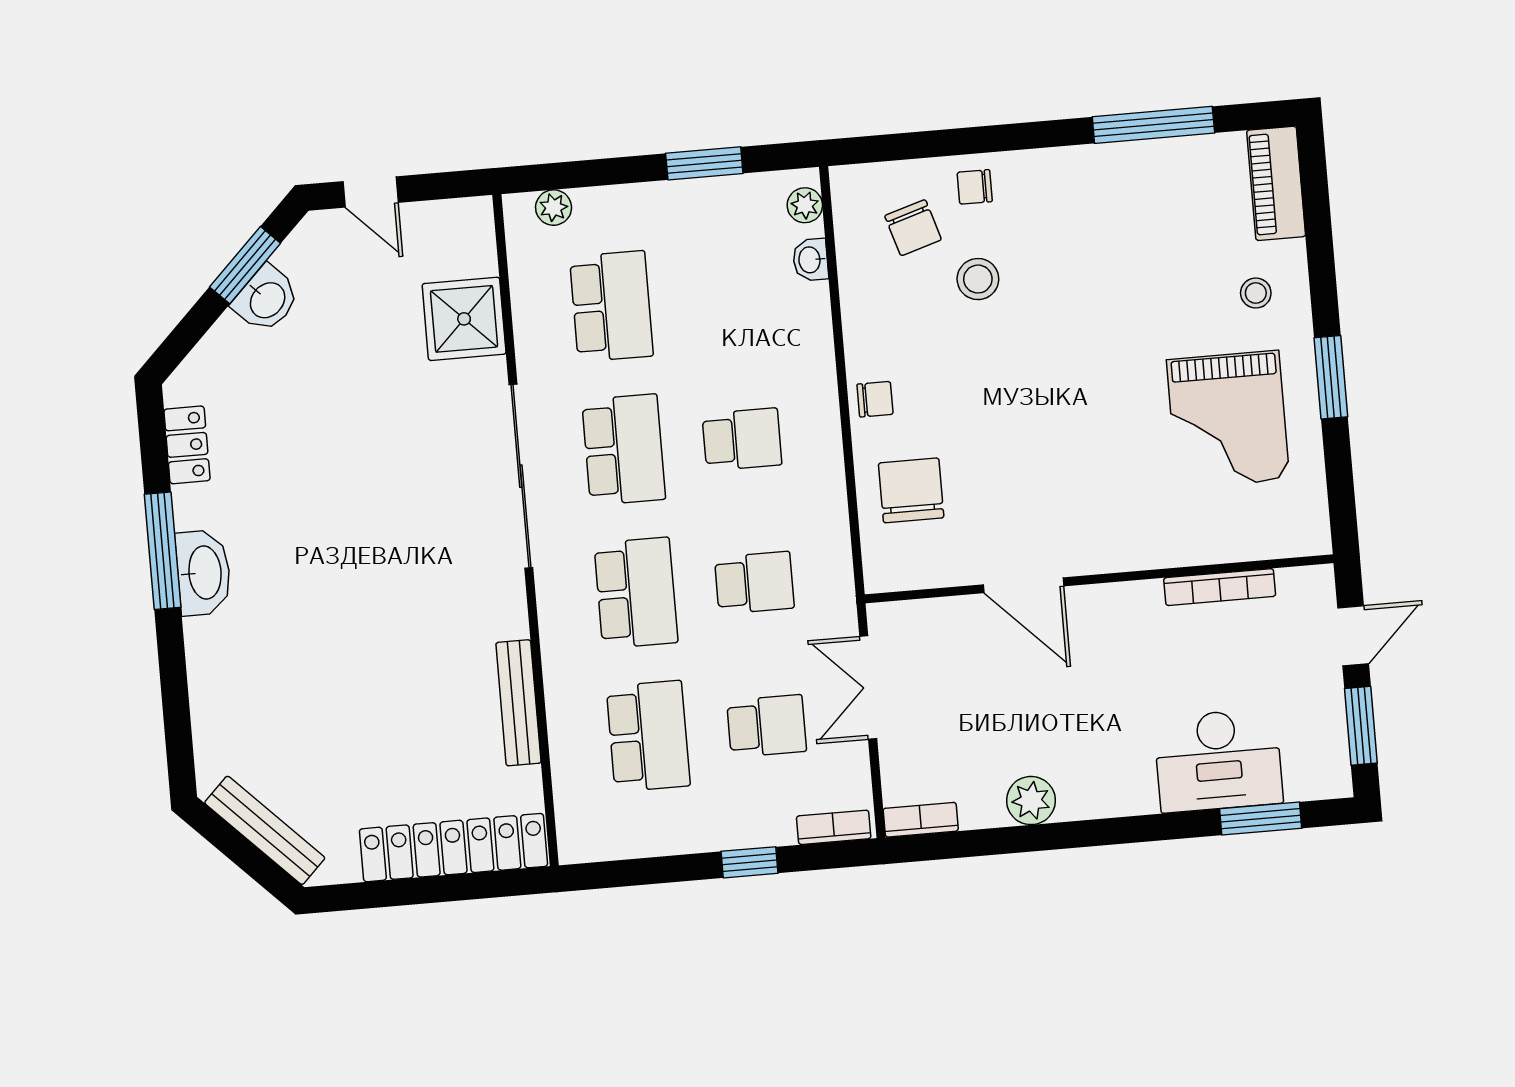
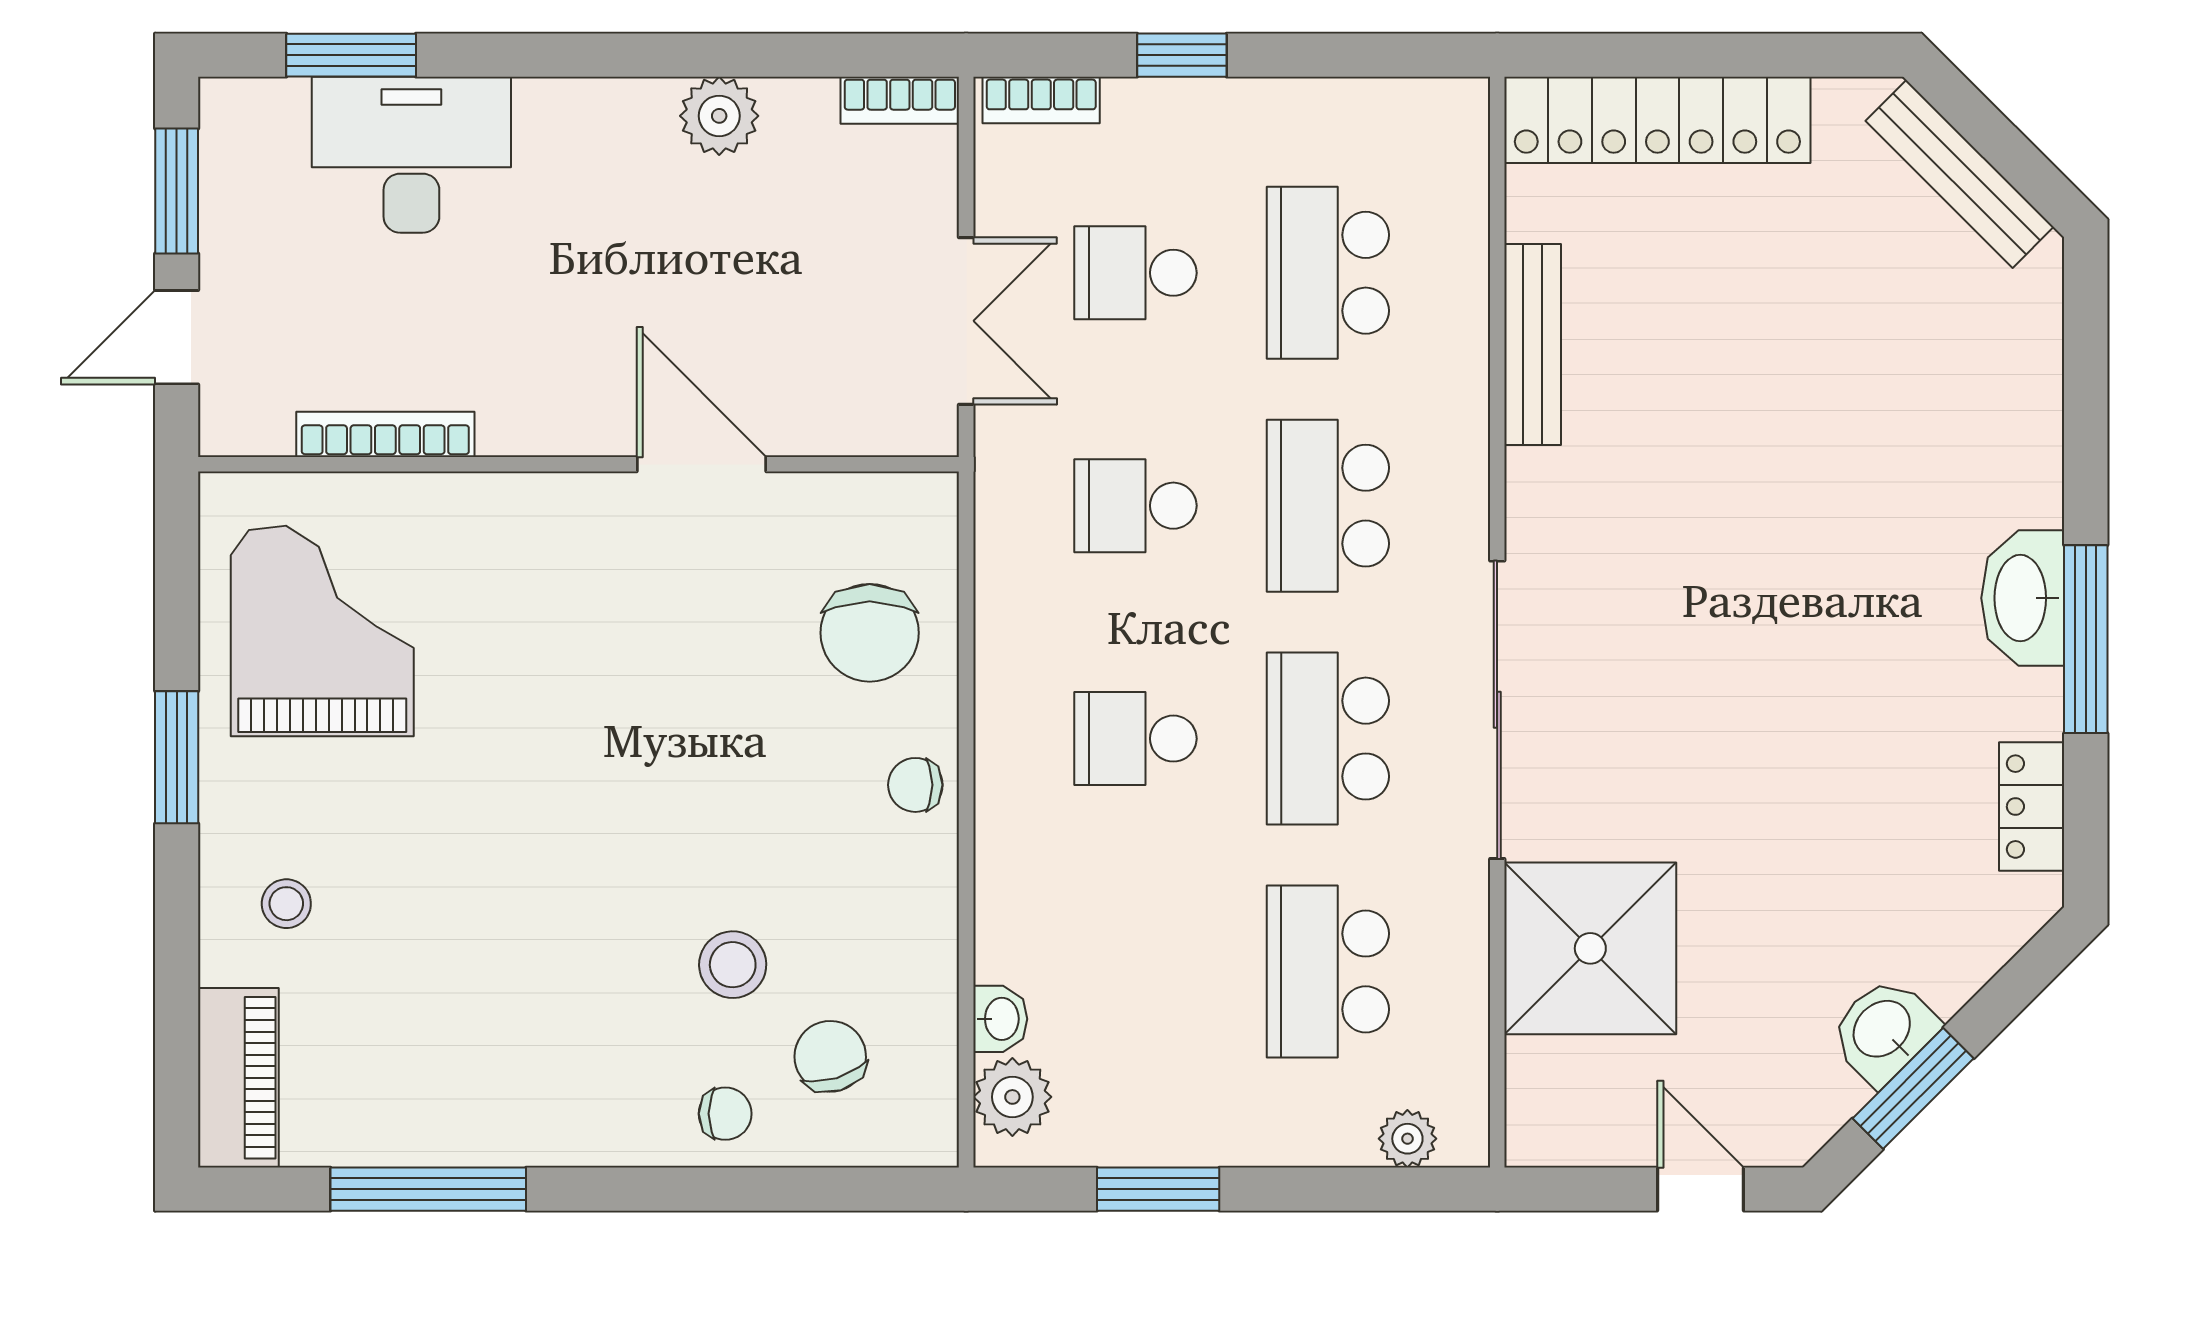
plant: (805, 205) -> (1012, 1097), width x1.38, depth x1.38
shower: (464, 319) -> (1590, 948), width x1.37, depth x1.37
grand piano: (1228, 420) -> (322, 631), moved

